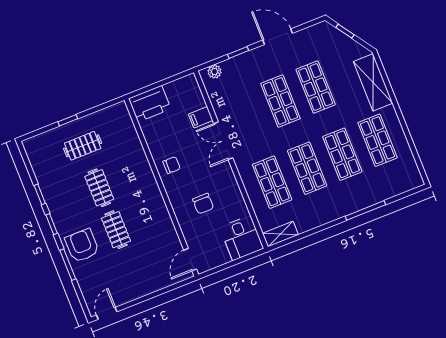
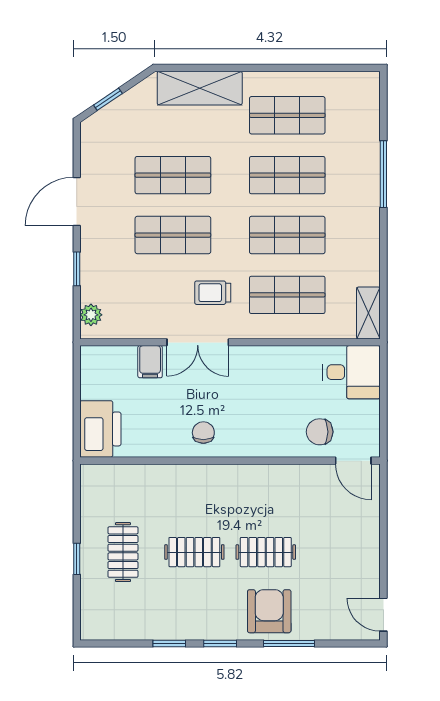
trolley: (256, 138) -> (213, 293), added
chair: (203, 204) -> (320, 432), moved, turned 180
armchair: (82, 246) -> (269, 611), turned 90

